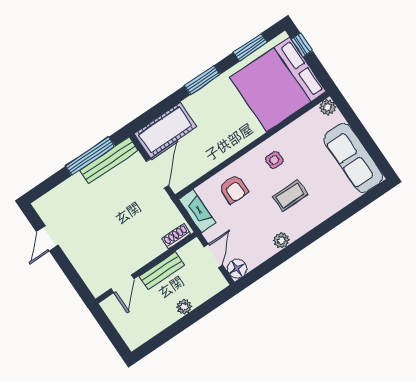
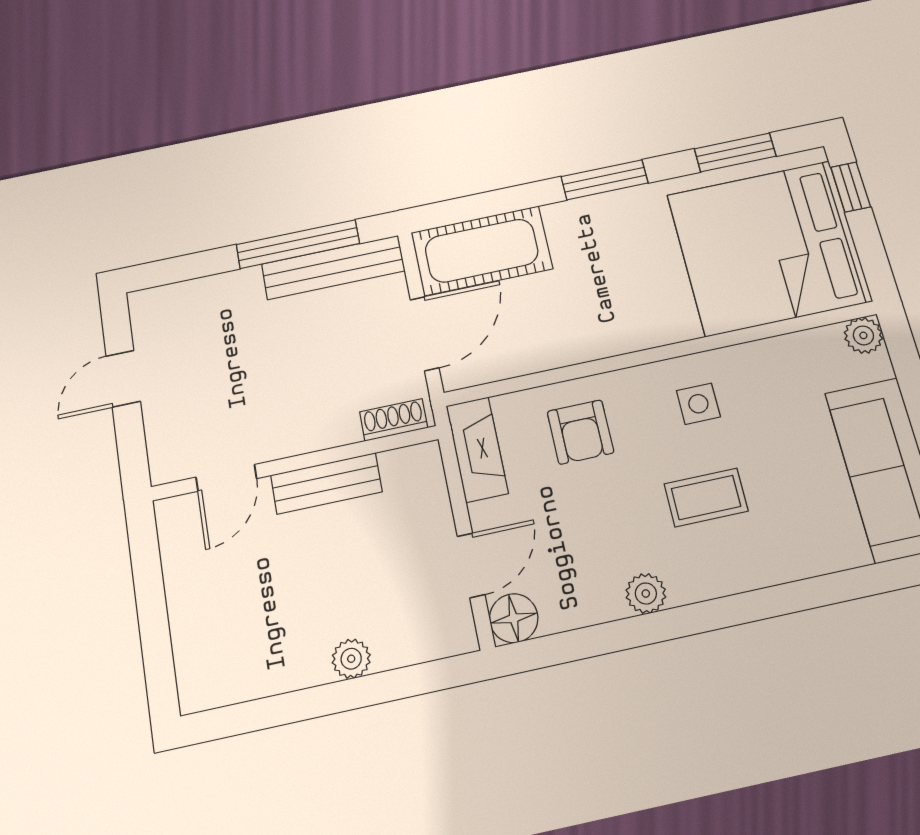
shoe rack: (176, 236) -> (394, 420), moved
wall: (146, 268) -> (295, 463), moved
bench: (162, 271) -> (326, 483), moved
door: (122, 284) -> (226, 478), moved

